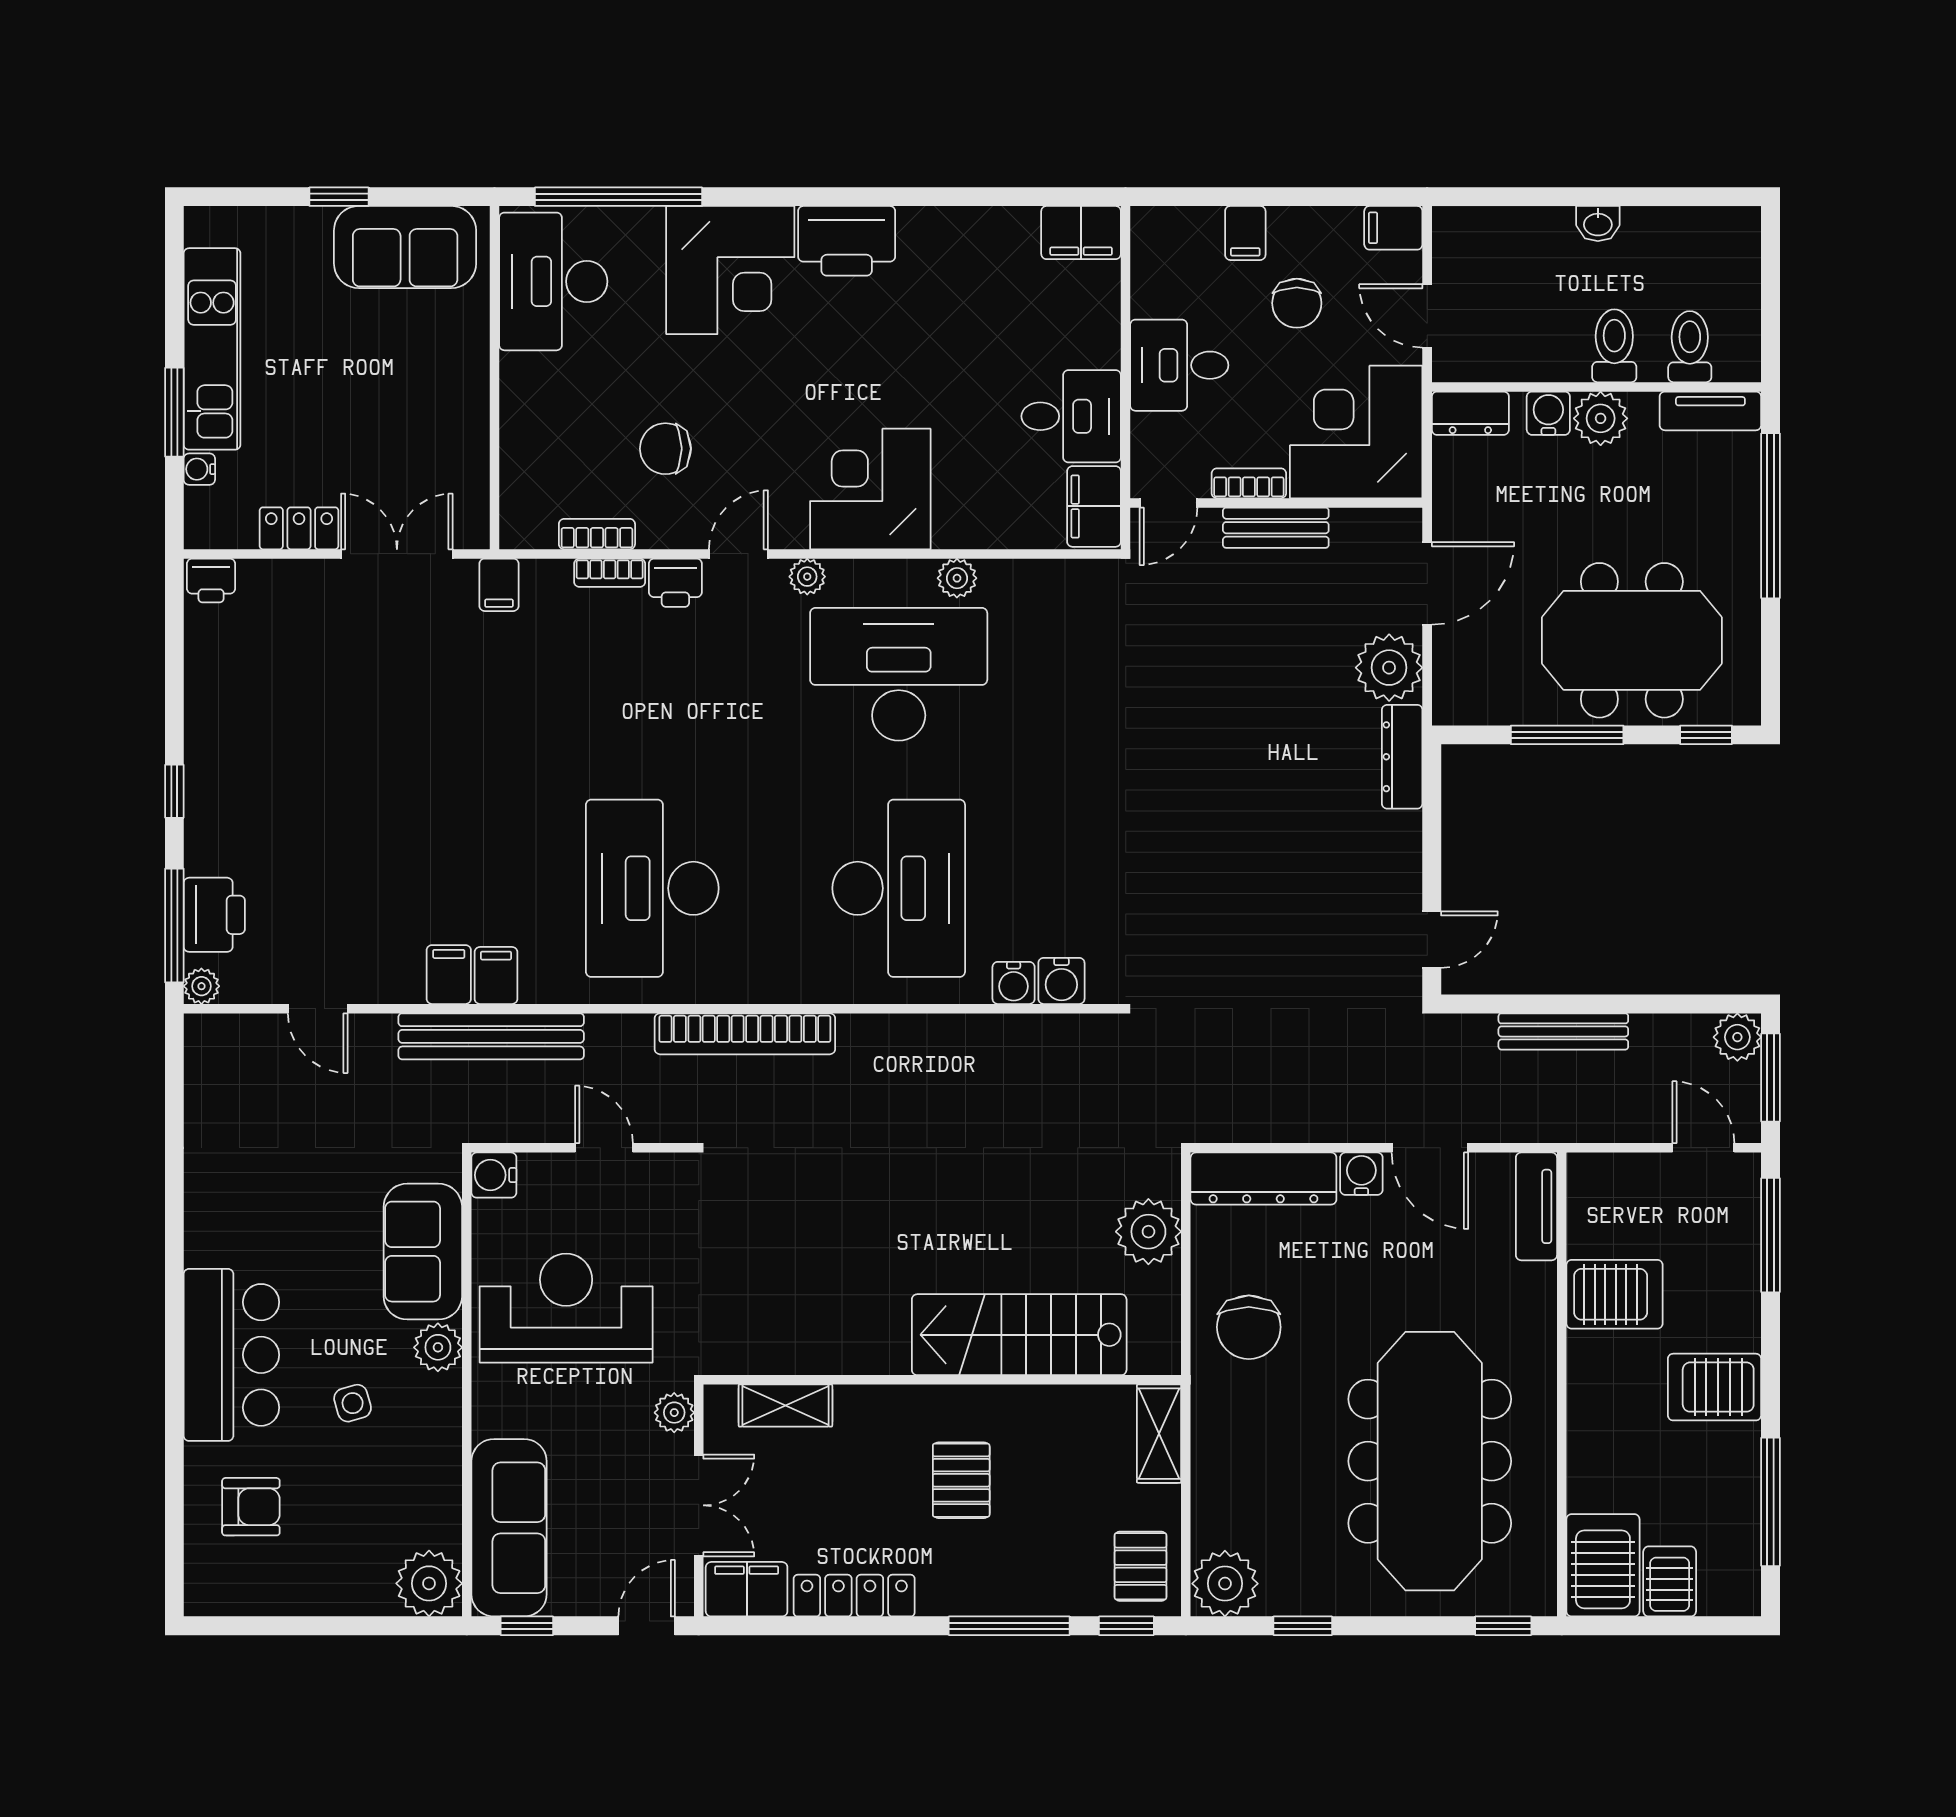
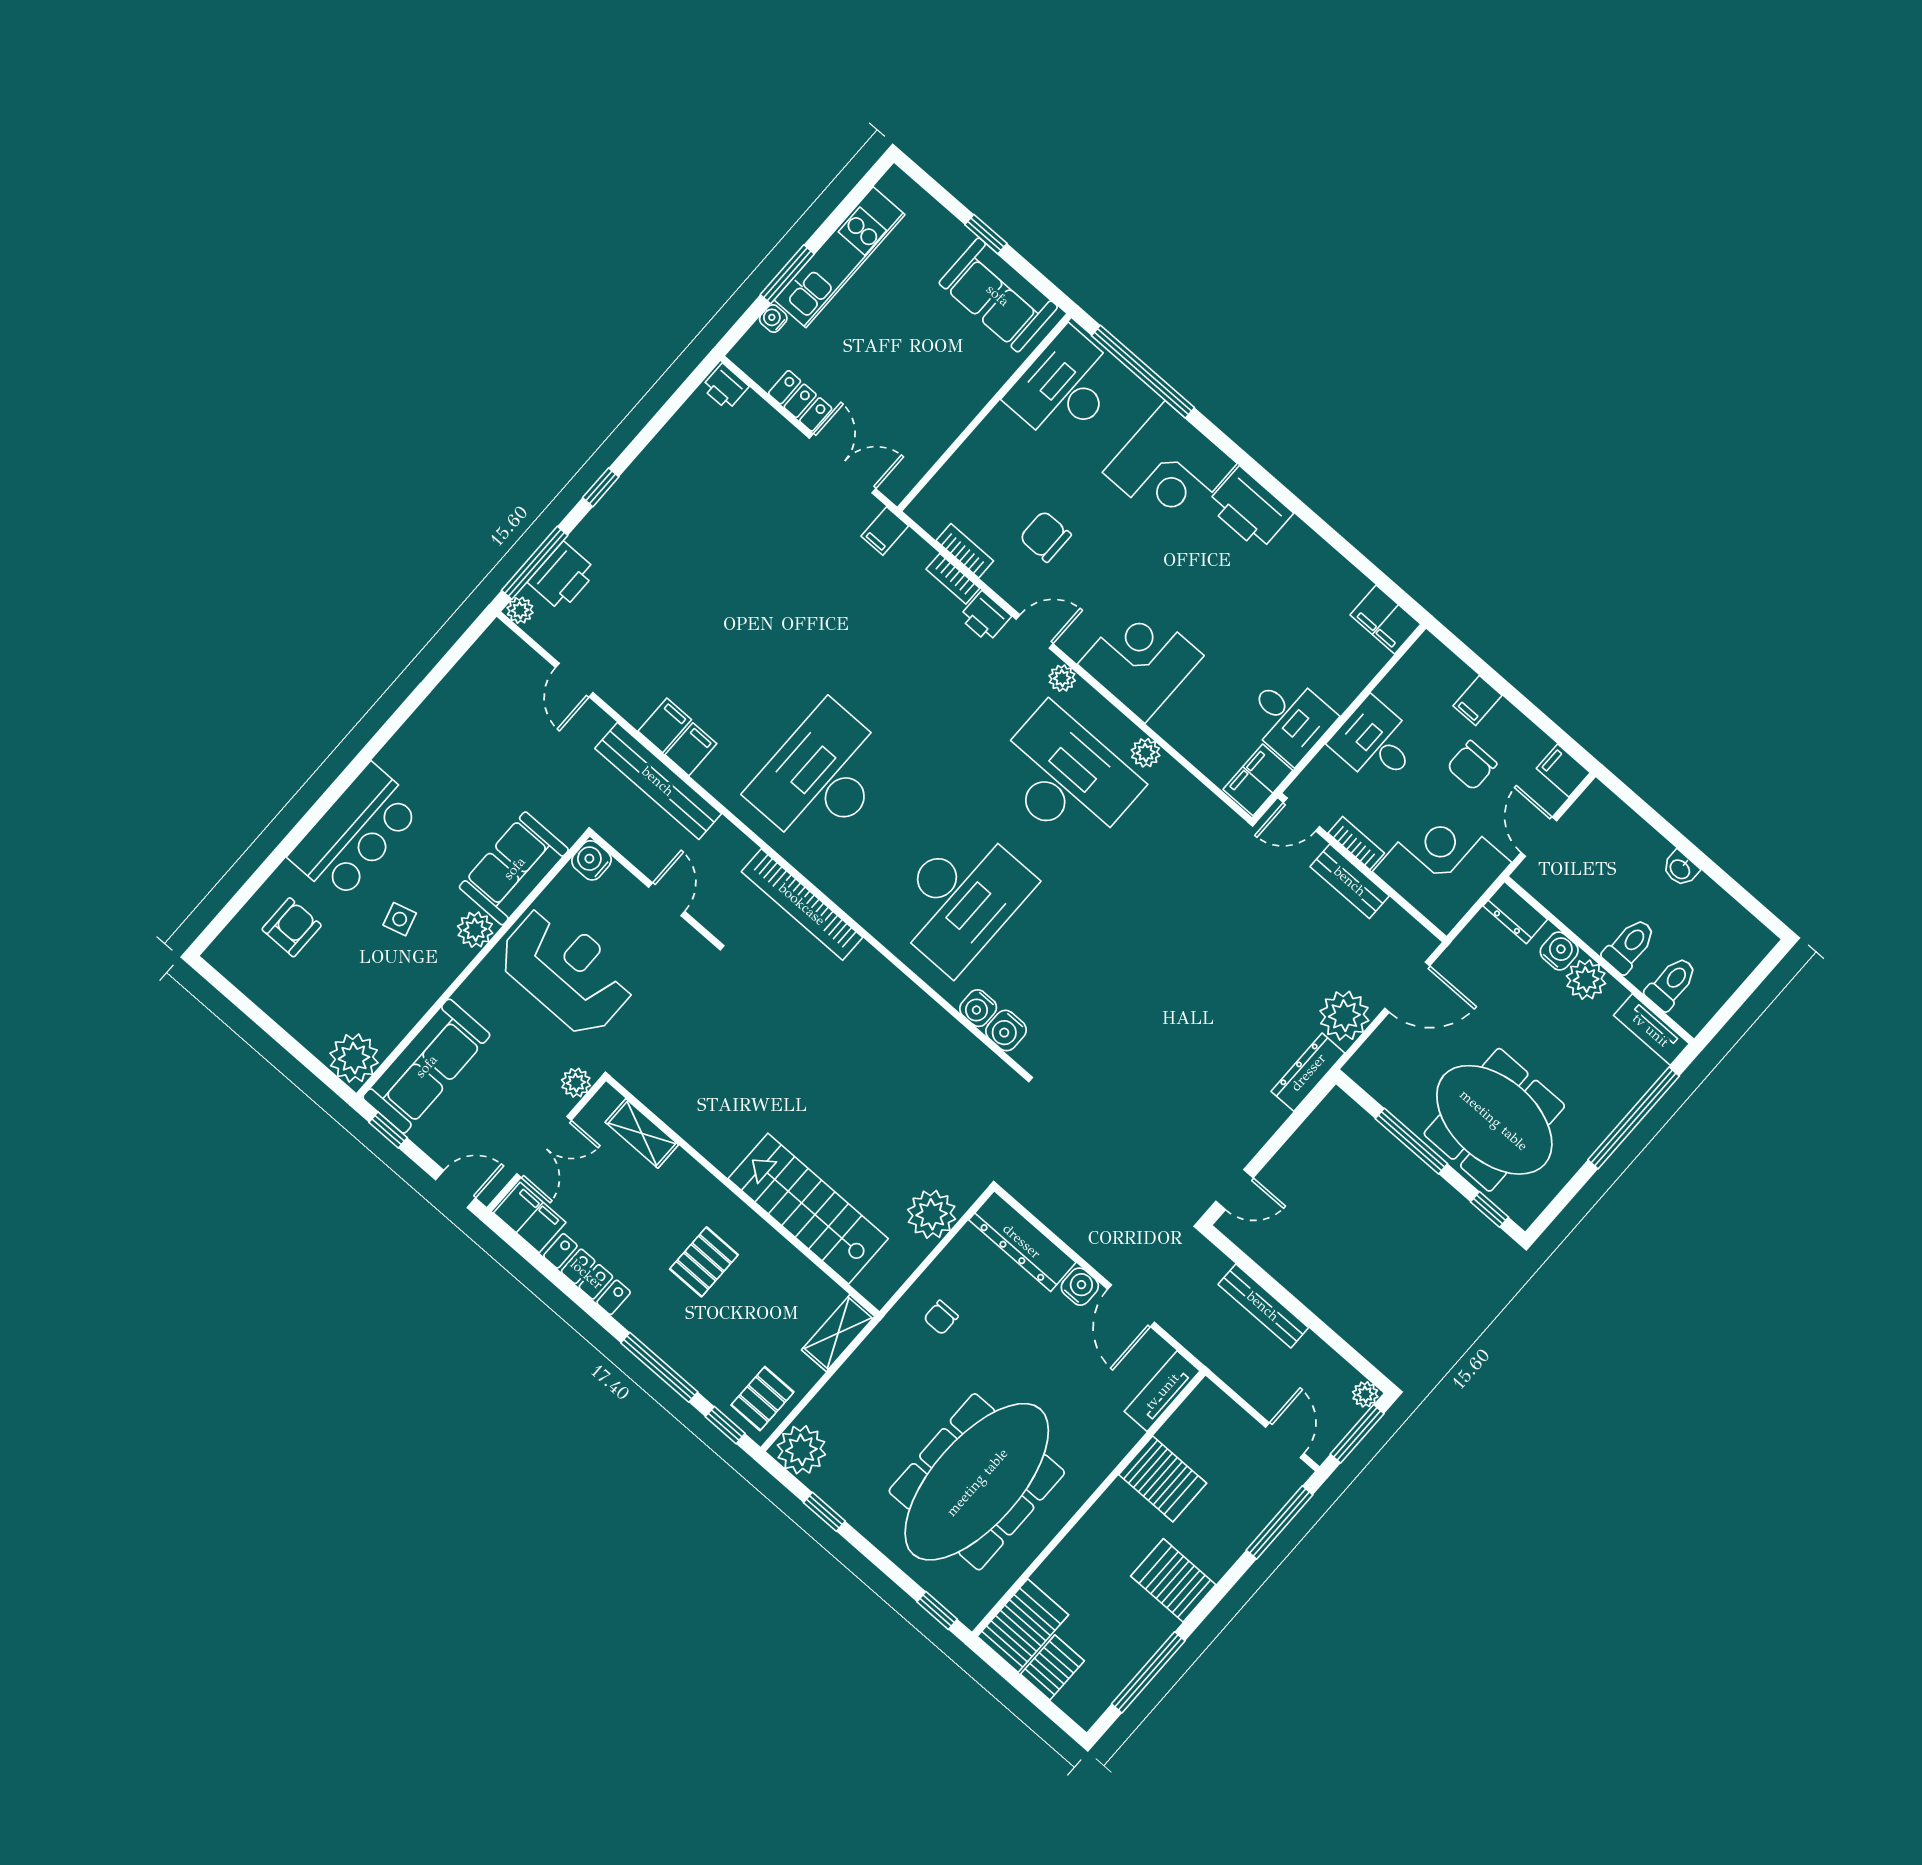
plant: (1737, 1037) -> (1365, 1394), width x0.73, depth x0.73
chair: (1249, 1327) -> (941, 1317), width x0.54, depth x0.54
armchair: (251, 1507) -> (292, 927), turned -90

